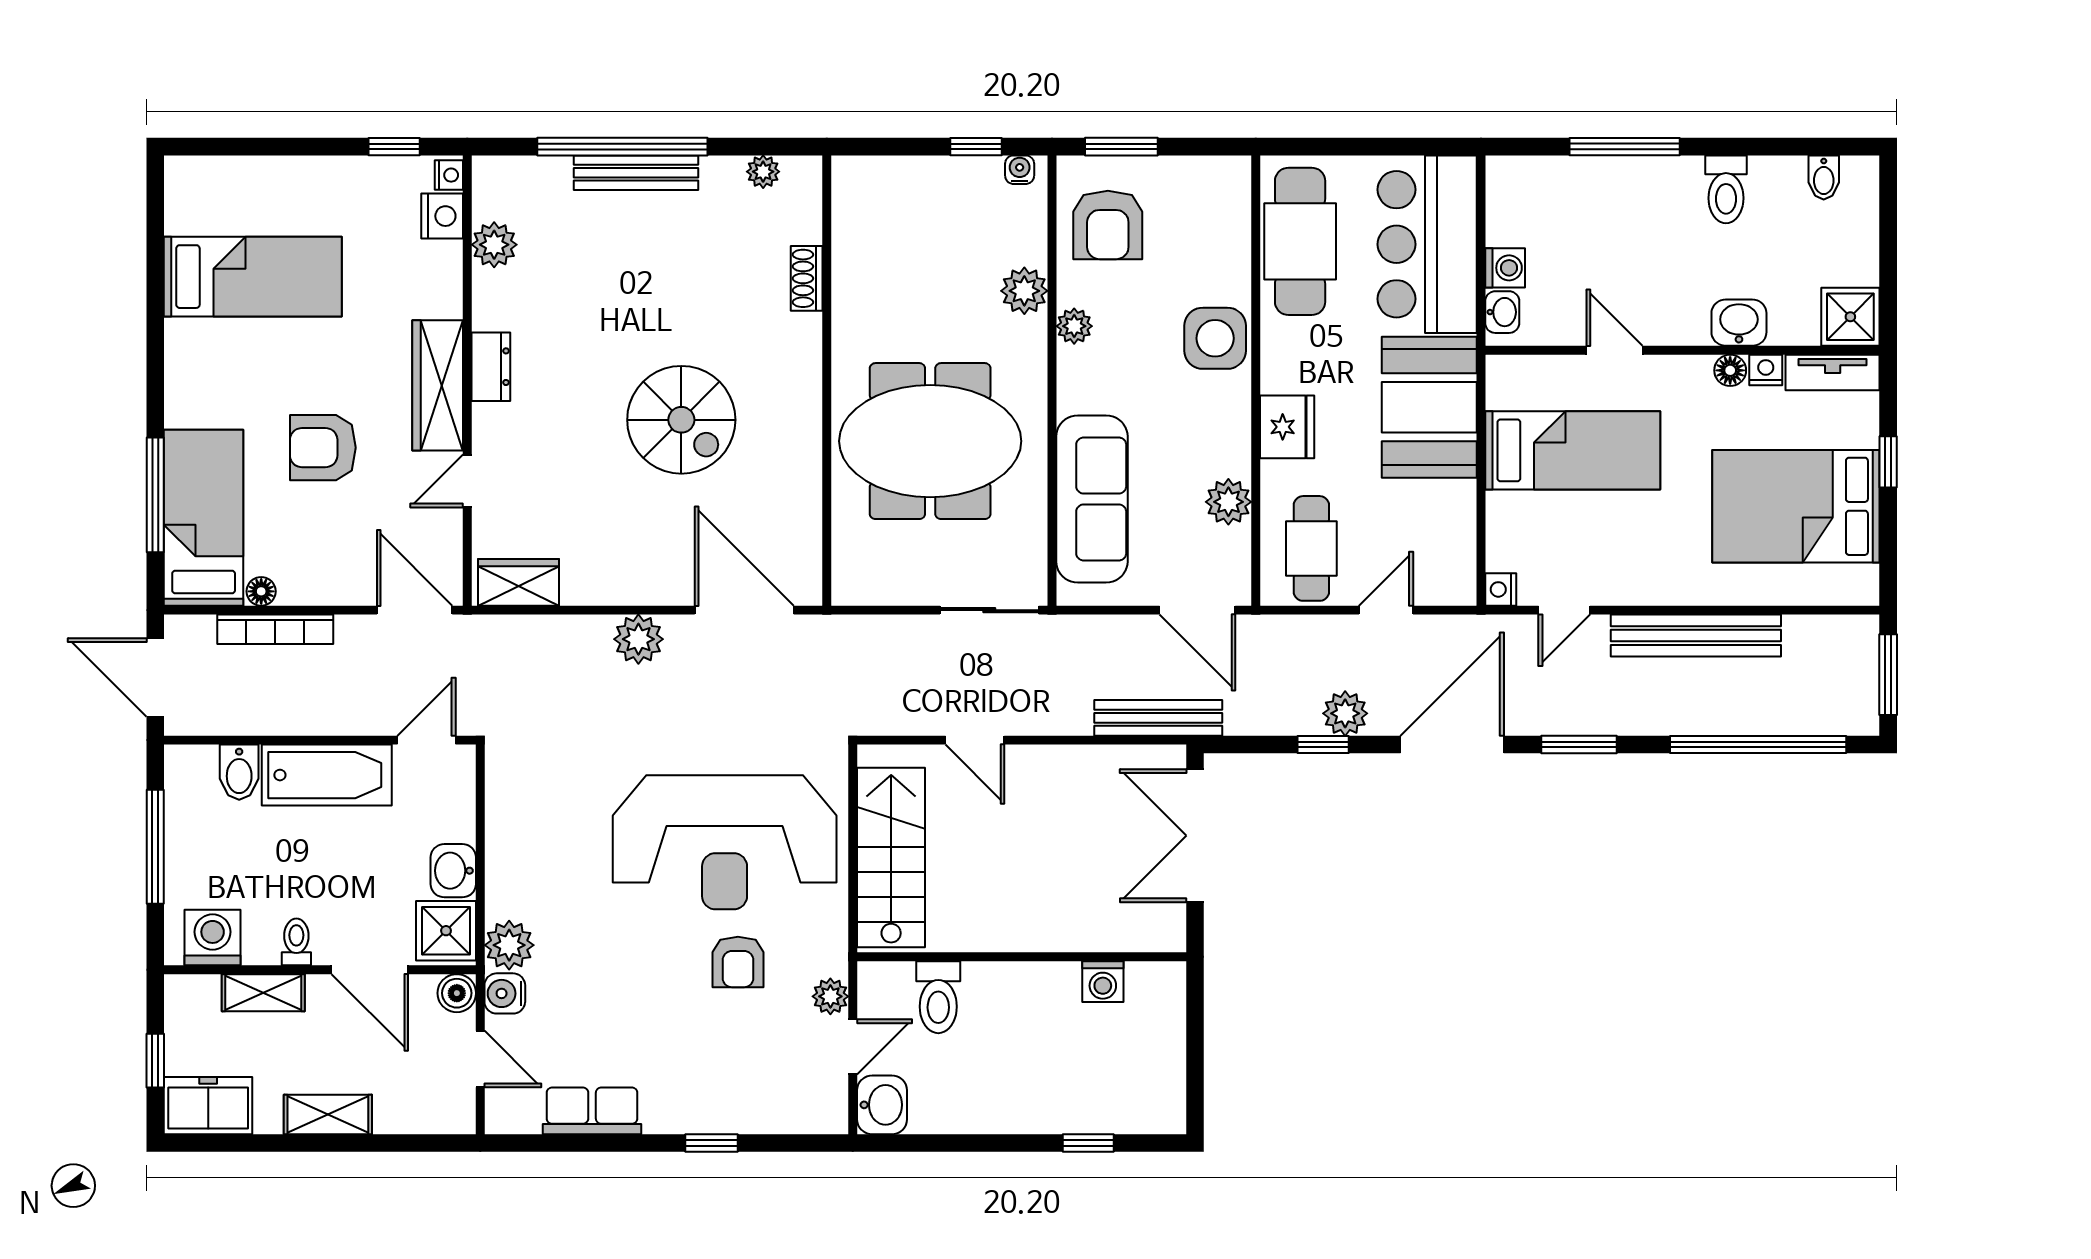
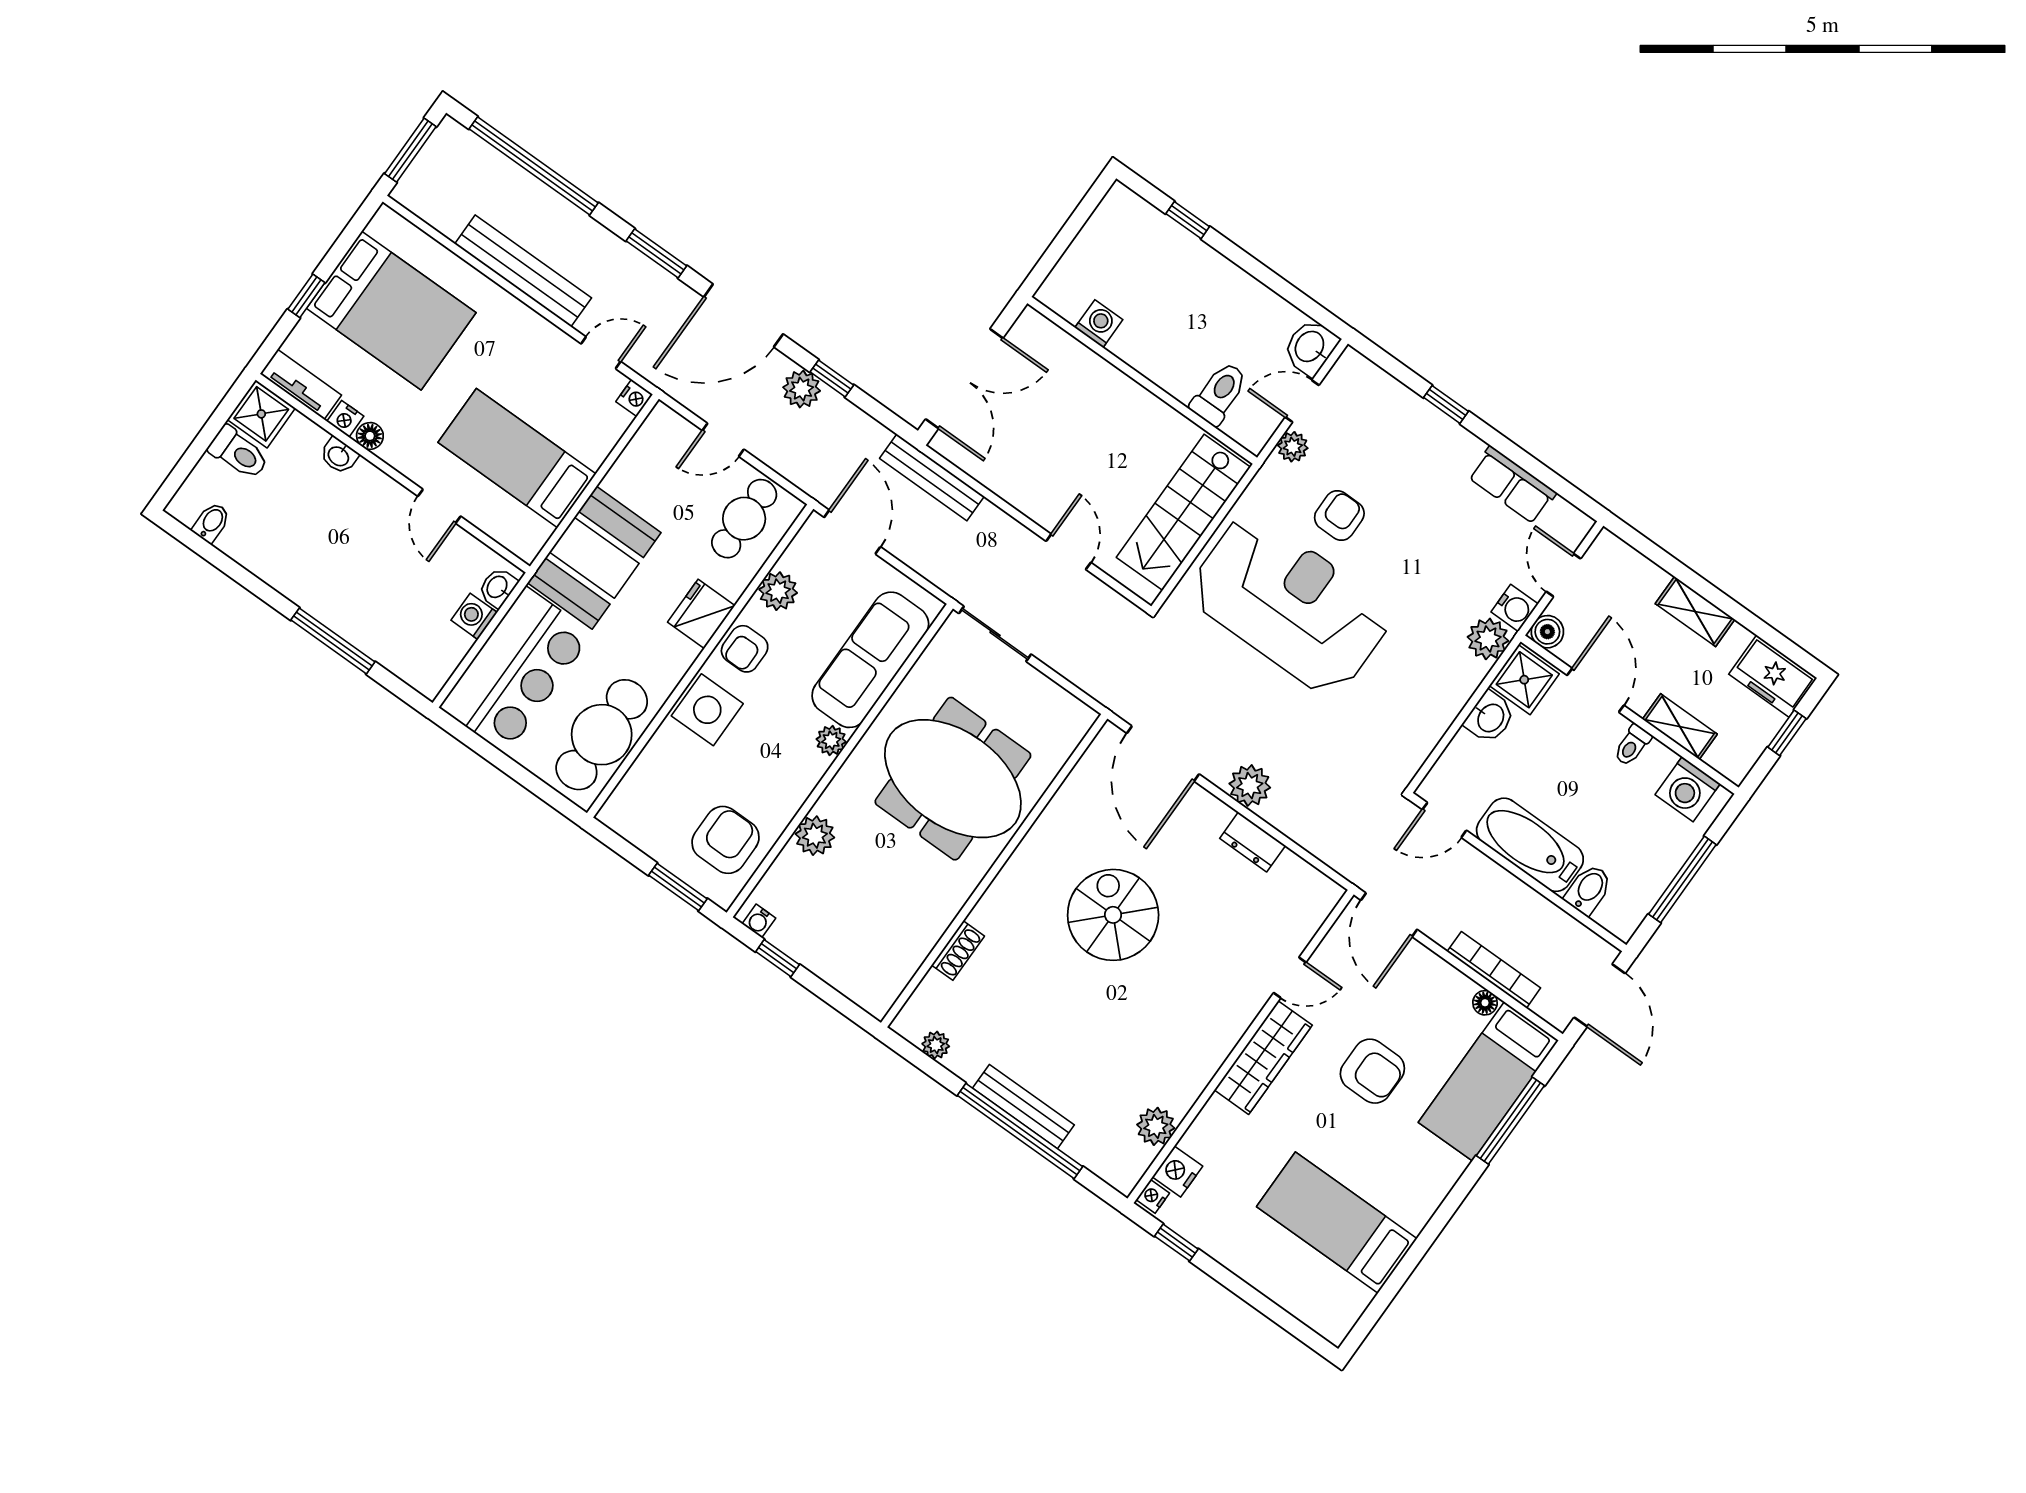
toilet: (1726, 189) -> (239, 453), moved, turned 90
washbasin: (1739, 323) -> (339, 456), width x0.72, depth x0.69
plant: (1074, 326) -> (831, 740), moved
dresser: (491, 367) -> (1253, 842), moved, turned -90
armchair: (1221, 423) -> (745, 649), added
wardrobe: (519, 582) -> (1304, 883), removed

